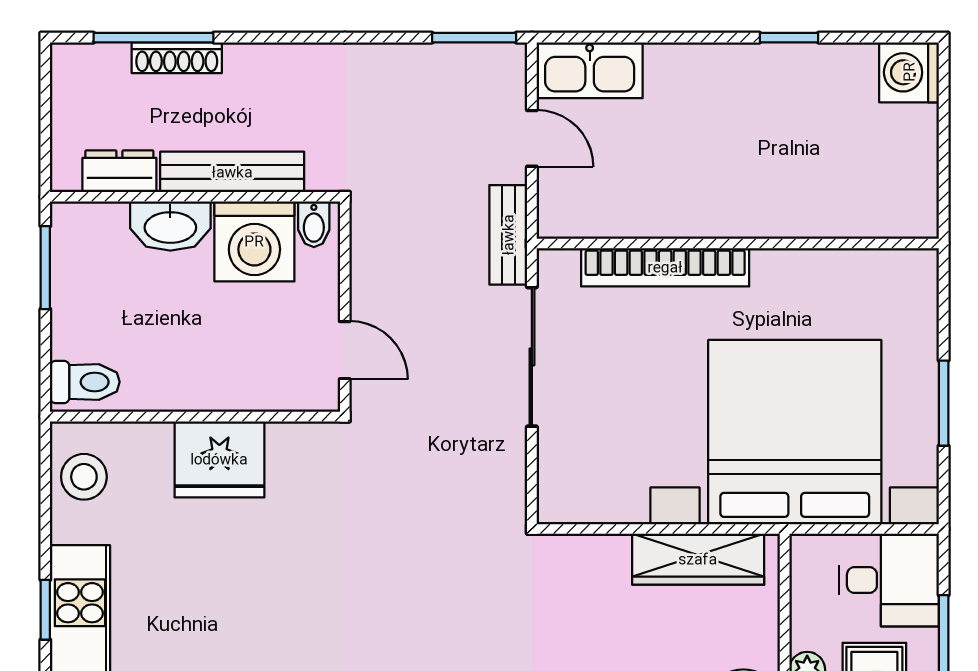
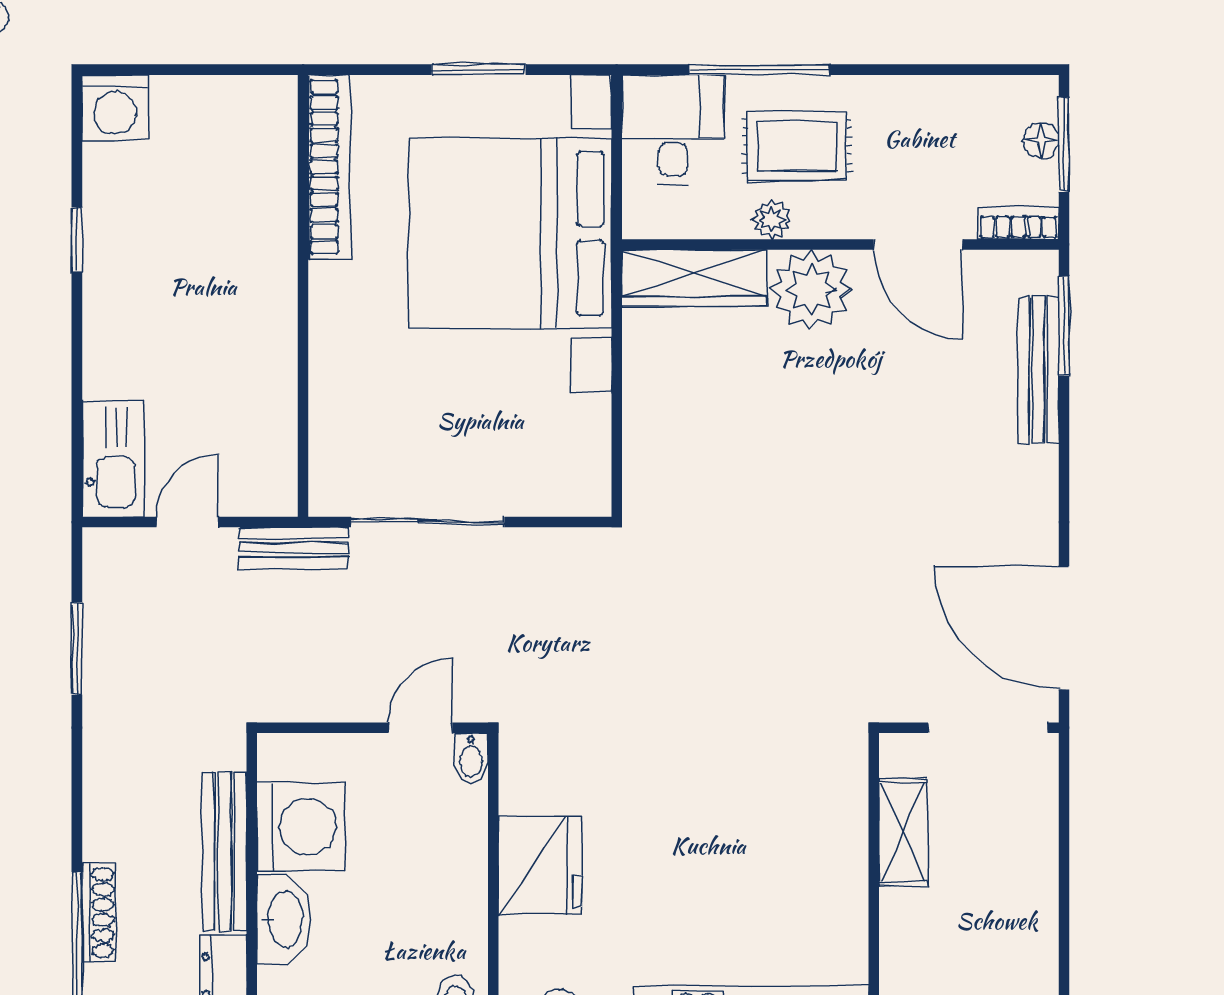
window: (474, 38) -> (77, 649), moved
bidet: (314, 224) -> (471, 758), moved, turned 90
bookcase: (665, 267) -> (329, 167), moved
wardrobe: (698, 559) -> (694, 278), moved, turned 90

